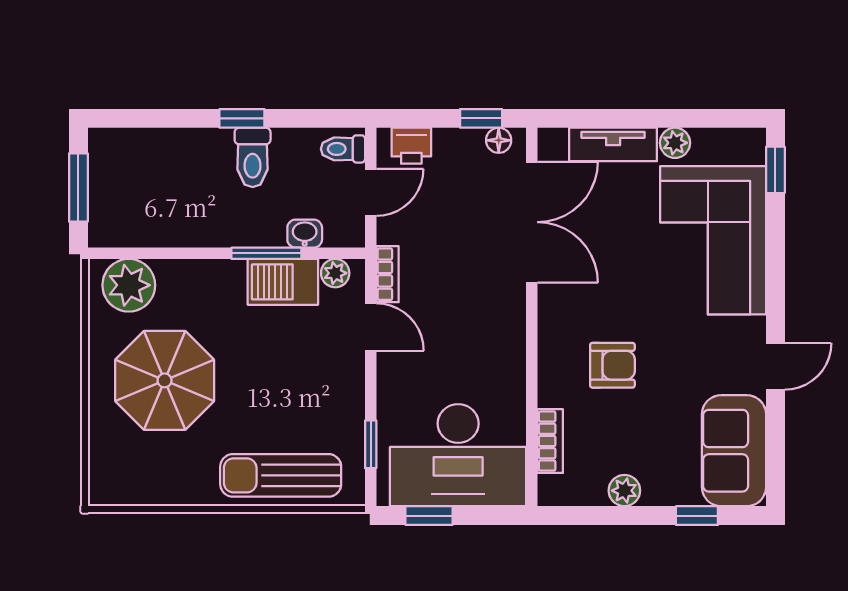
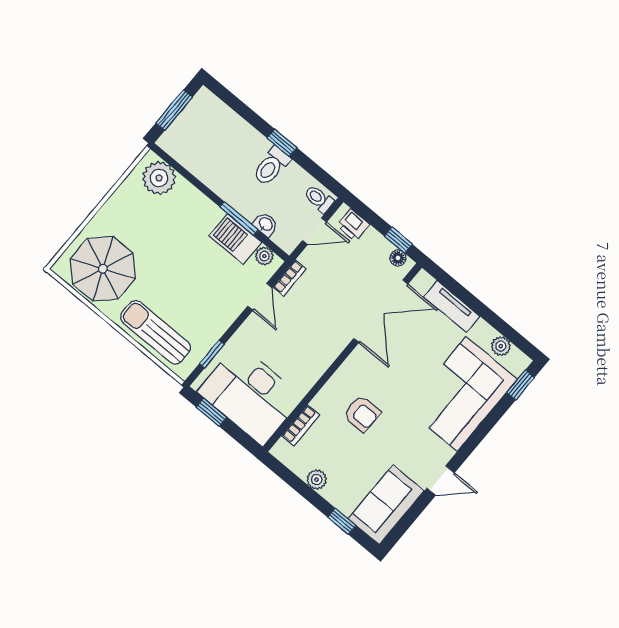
plant: (675, 143) -> (501, 346), moved
parasol: (165, 380) -> (103, 269), moved

